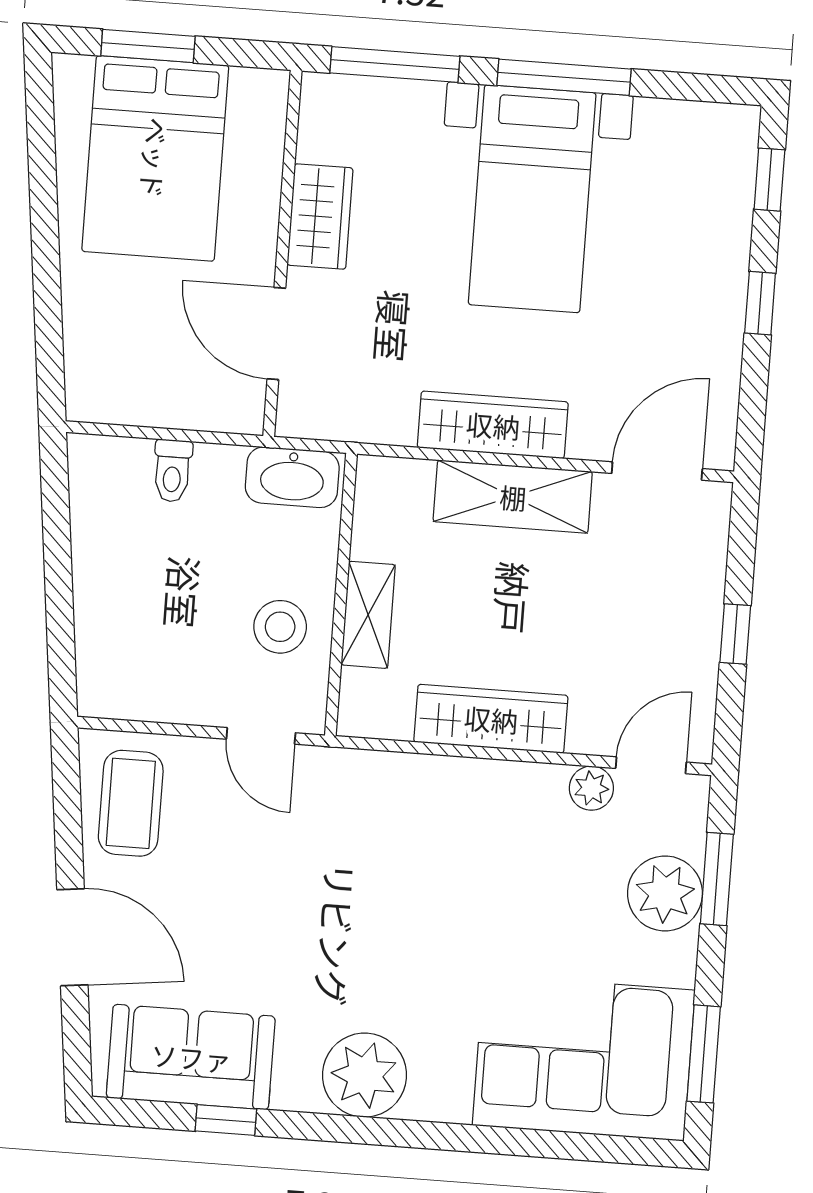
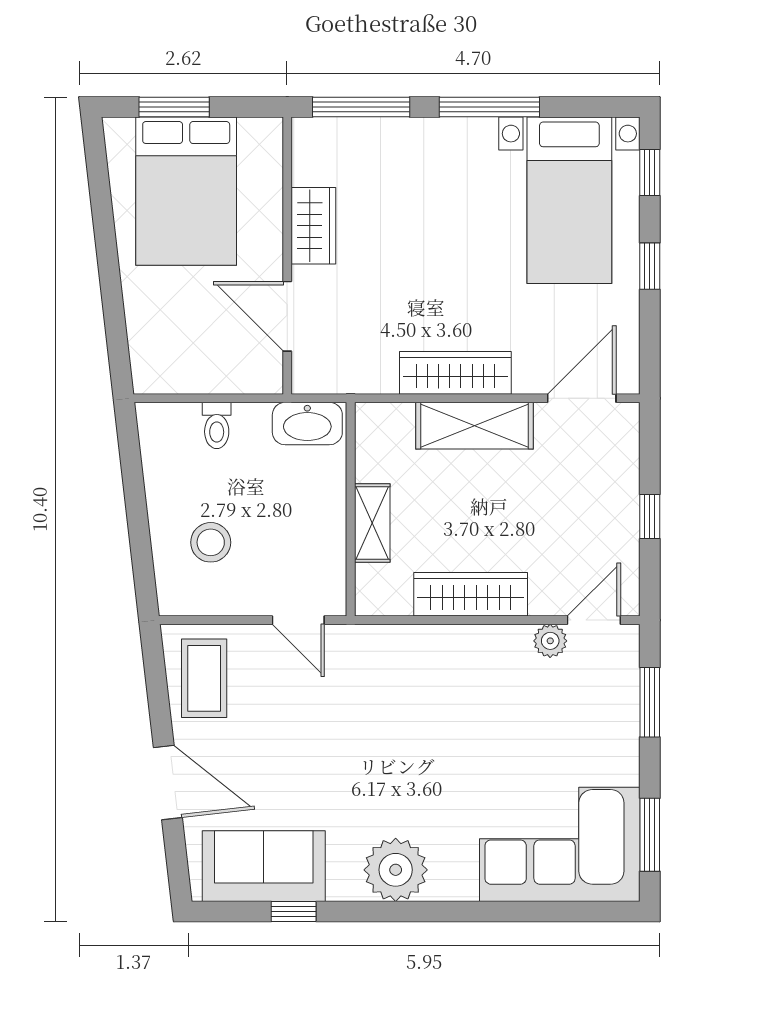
bed with nightstands: (532, 199) -> (569, 200), moved
stool: (280, 627) -> (211, 542), moved
plant: (665, 893) -> (612, 716), removed

